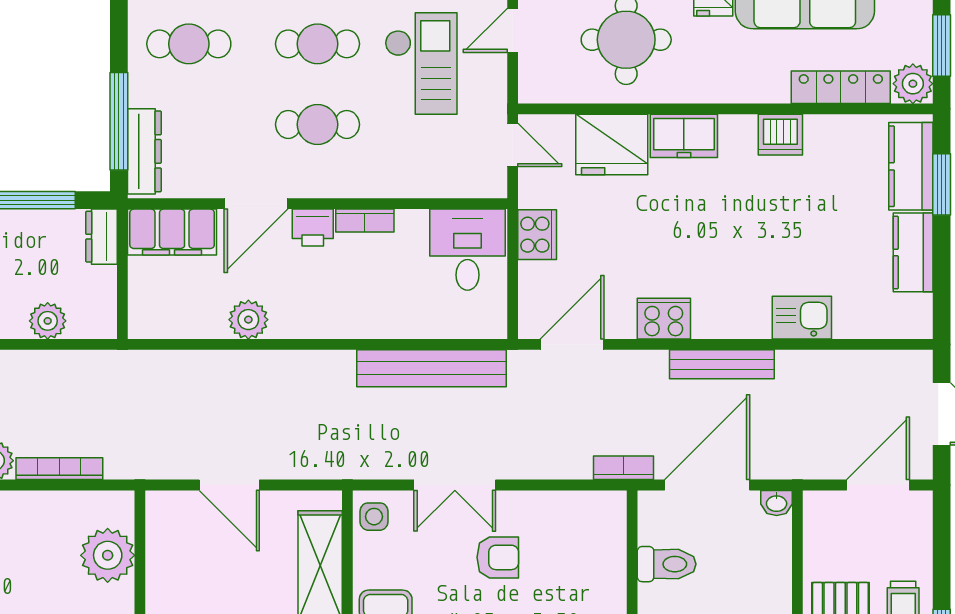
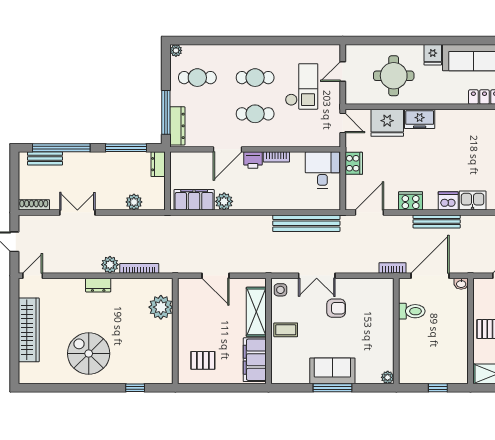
dishwasher: (780, 135) -> (448, 201), moved, turned 180
filing cabinet: (172, 232) -> (194, 200), moved, turned 180

